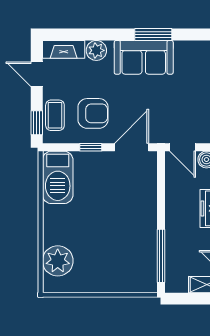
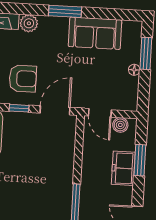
window: (153, 35) -> (65, 11), moved
sofa: (144, 57) -> (95, 33), moved

